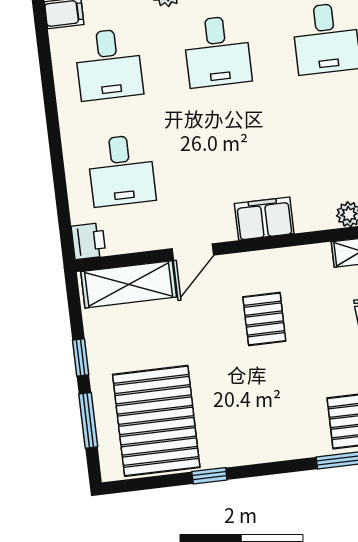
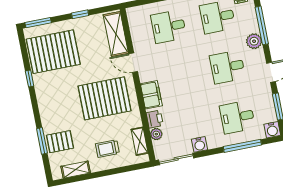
printer: (89, 241) -> (155, 119), moved, turned -90
pallet: (264, 319) -> (105, 98), width x2.05, depth x2.00
window: (88, 420) -> (38, 23), moved

